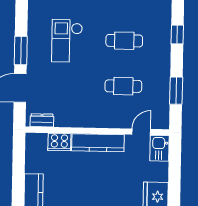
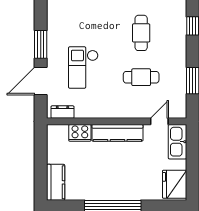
checkout: (67, 41) -> (83, 67), moved
cafe table: (124, 41) -> (141, 33), turned 90
kitchen sink: (160, 148) -> (178, 142), width x1.38

